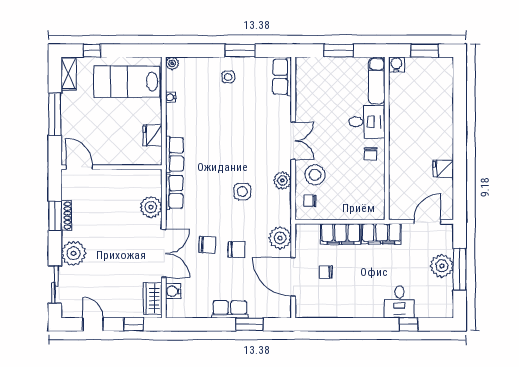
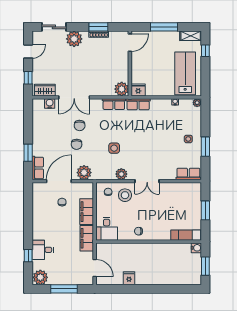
desk: (367, 122) -> (107, 229), moved
fridge: (152, 135) -> (138, 90), moved
plant: (151, 207) -> (122, 89), moved
plant: (442, 266) -> (40, 277), moved
row of seats: (230, 309) -> (38, 168), moved

